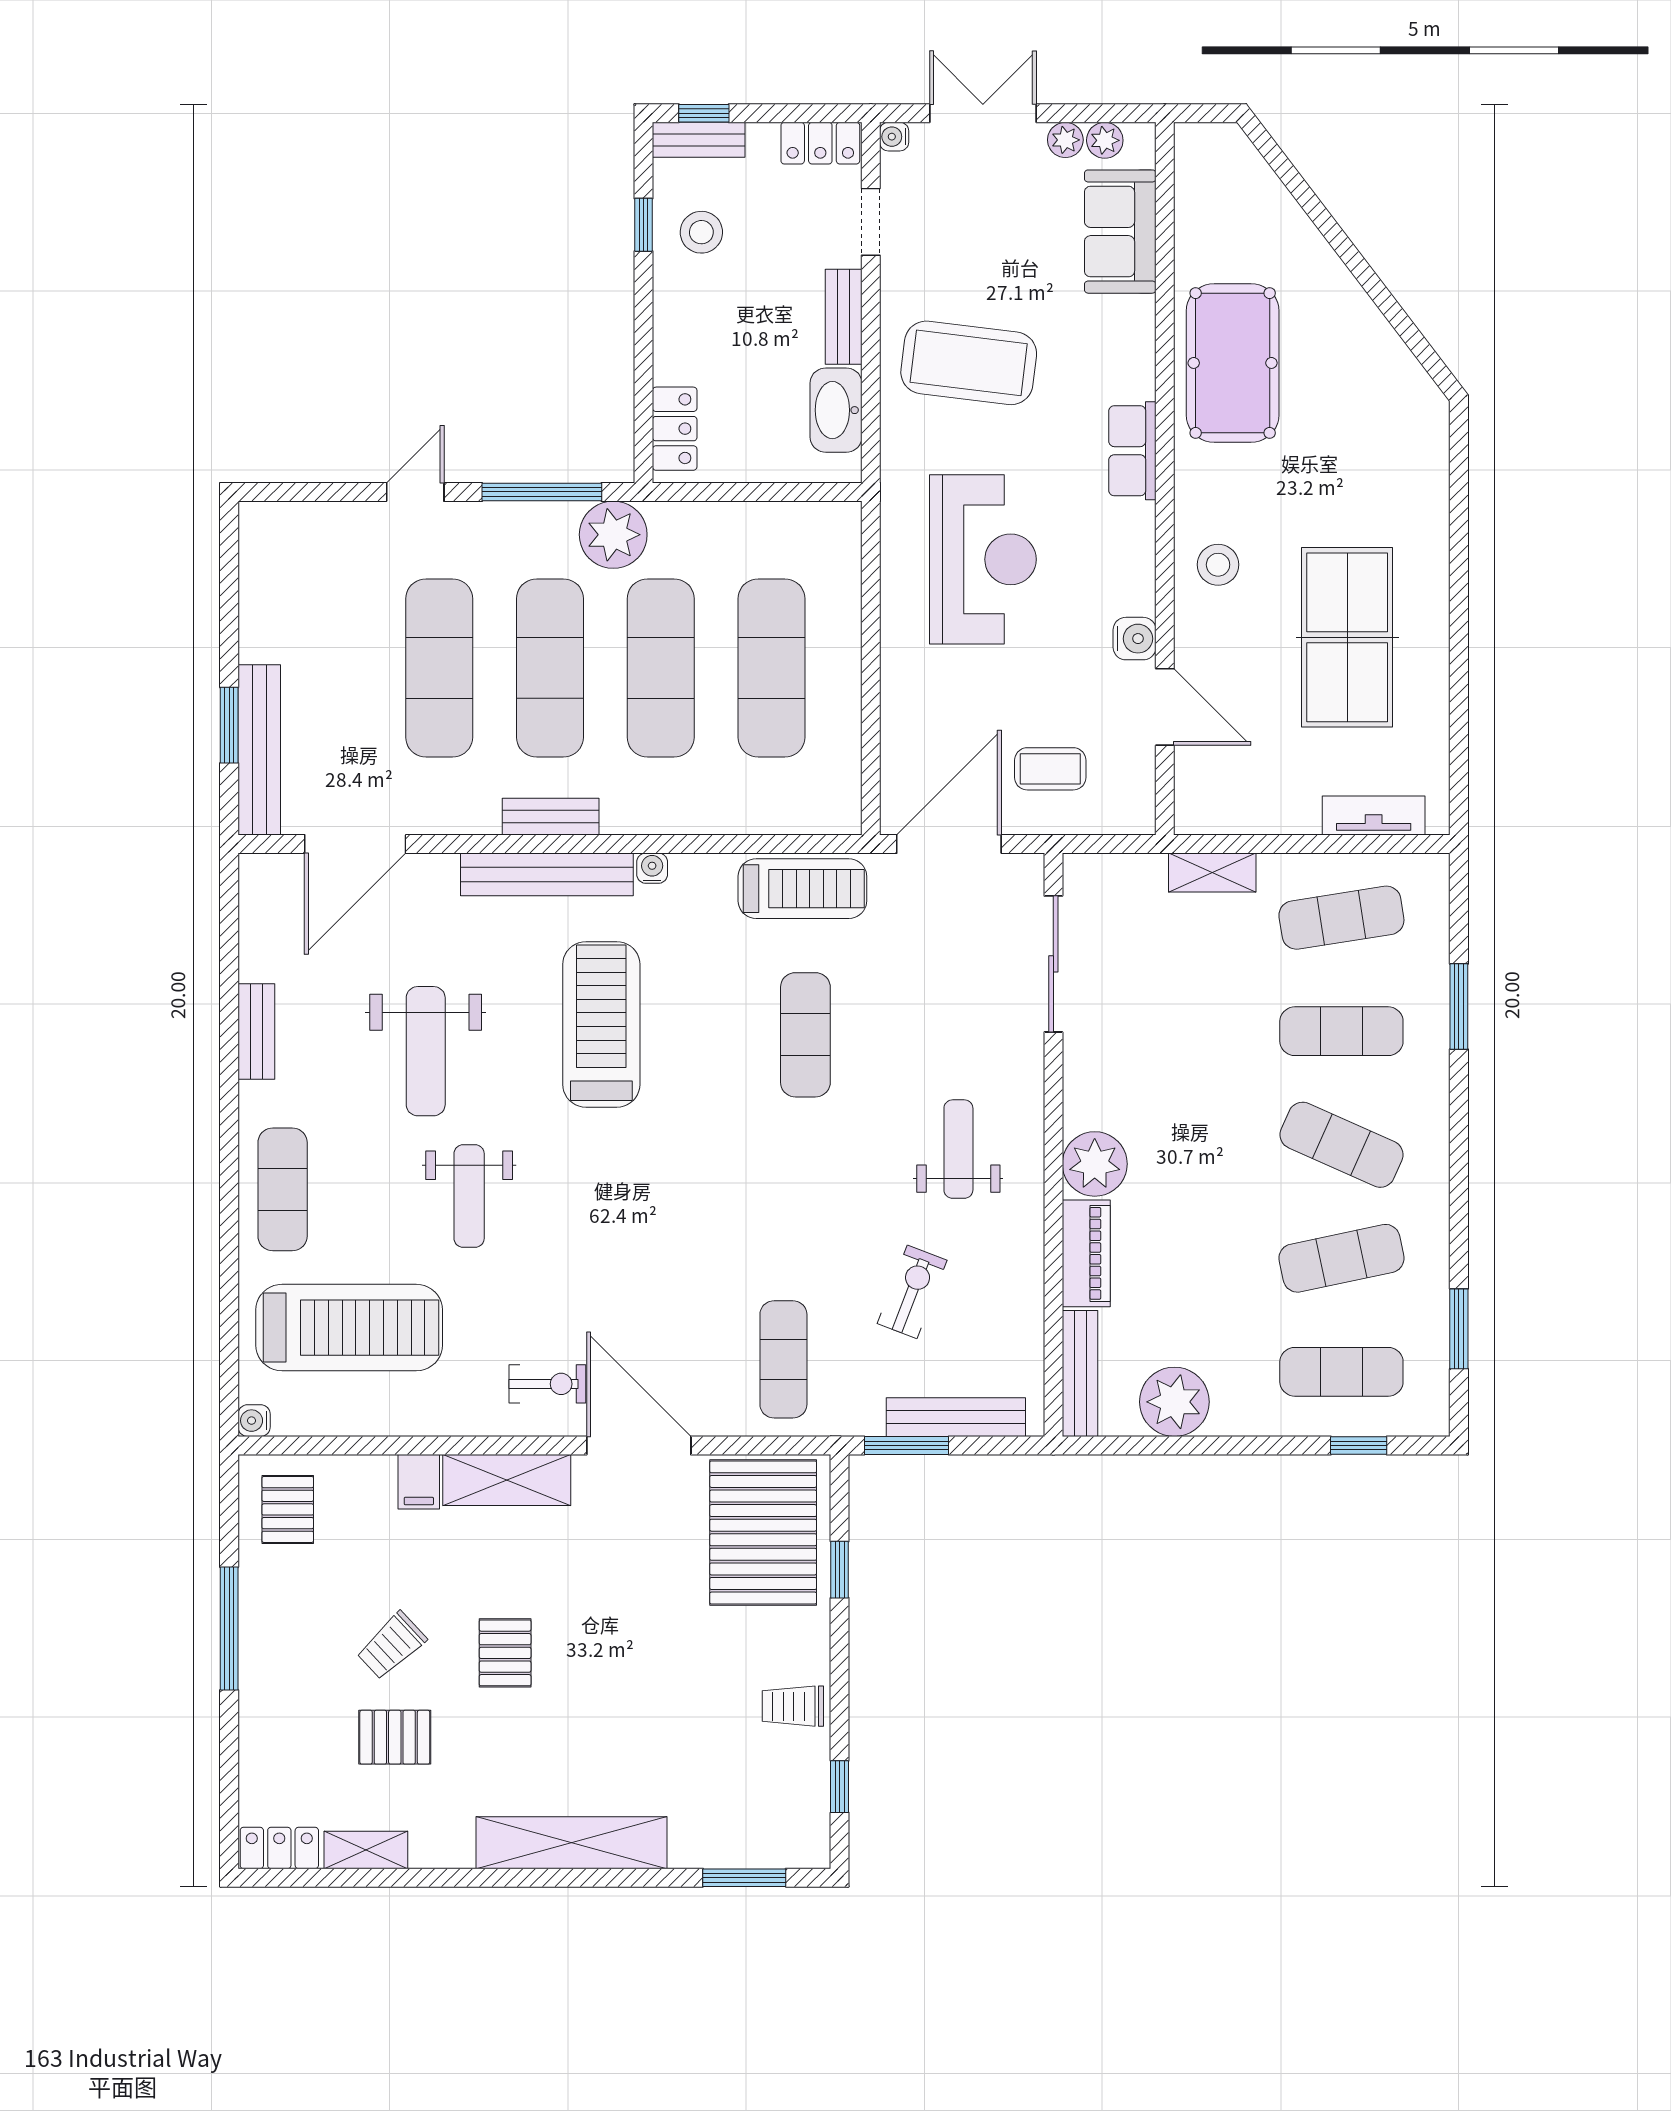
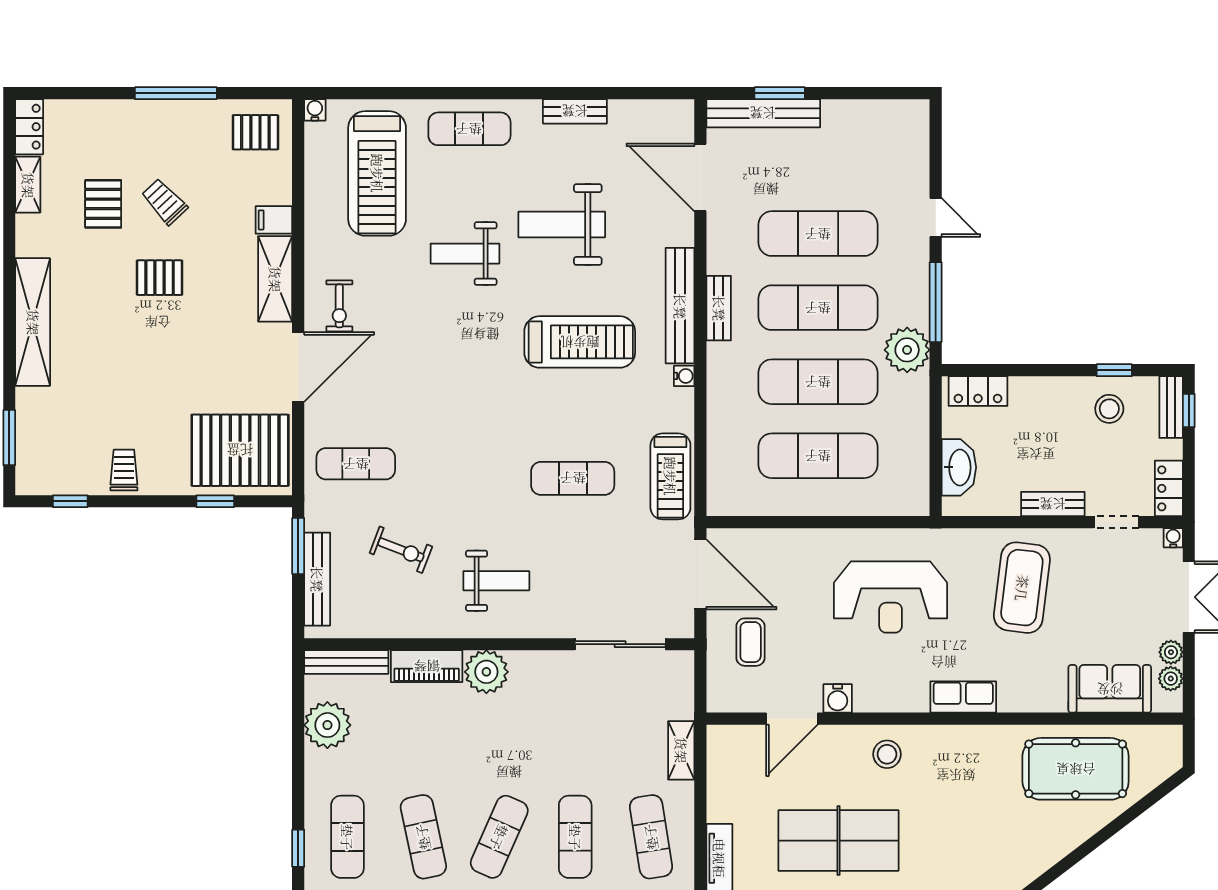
pool table: (1233, 363) -> (1076, 769), moved
washbasin: (836, 410) -> (959, 467), moved, turned 90

